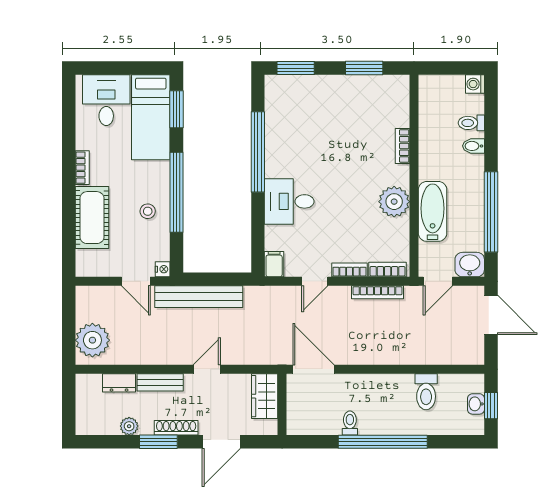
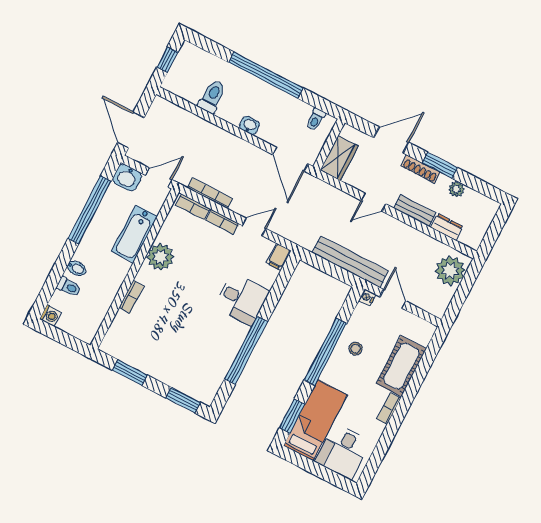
washbasin: (476, 404) -> (249, 125), moved, turned -90
toilet: (350, 423) -> (316, 119), moved

